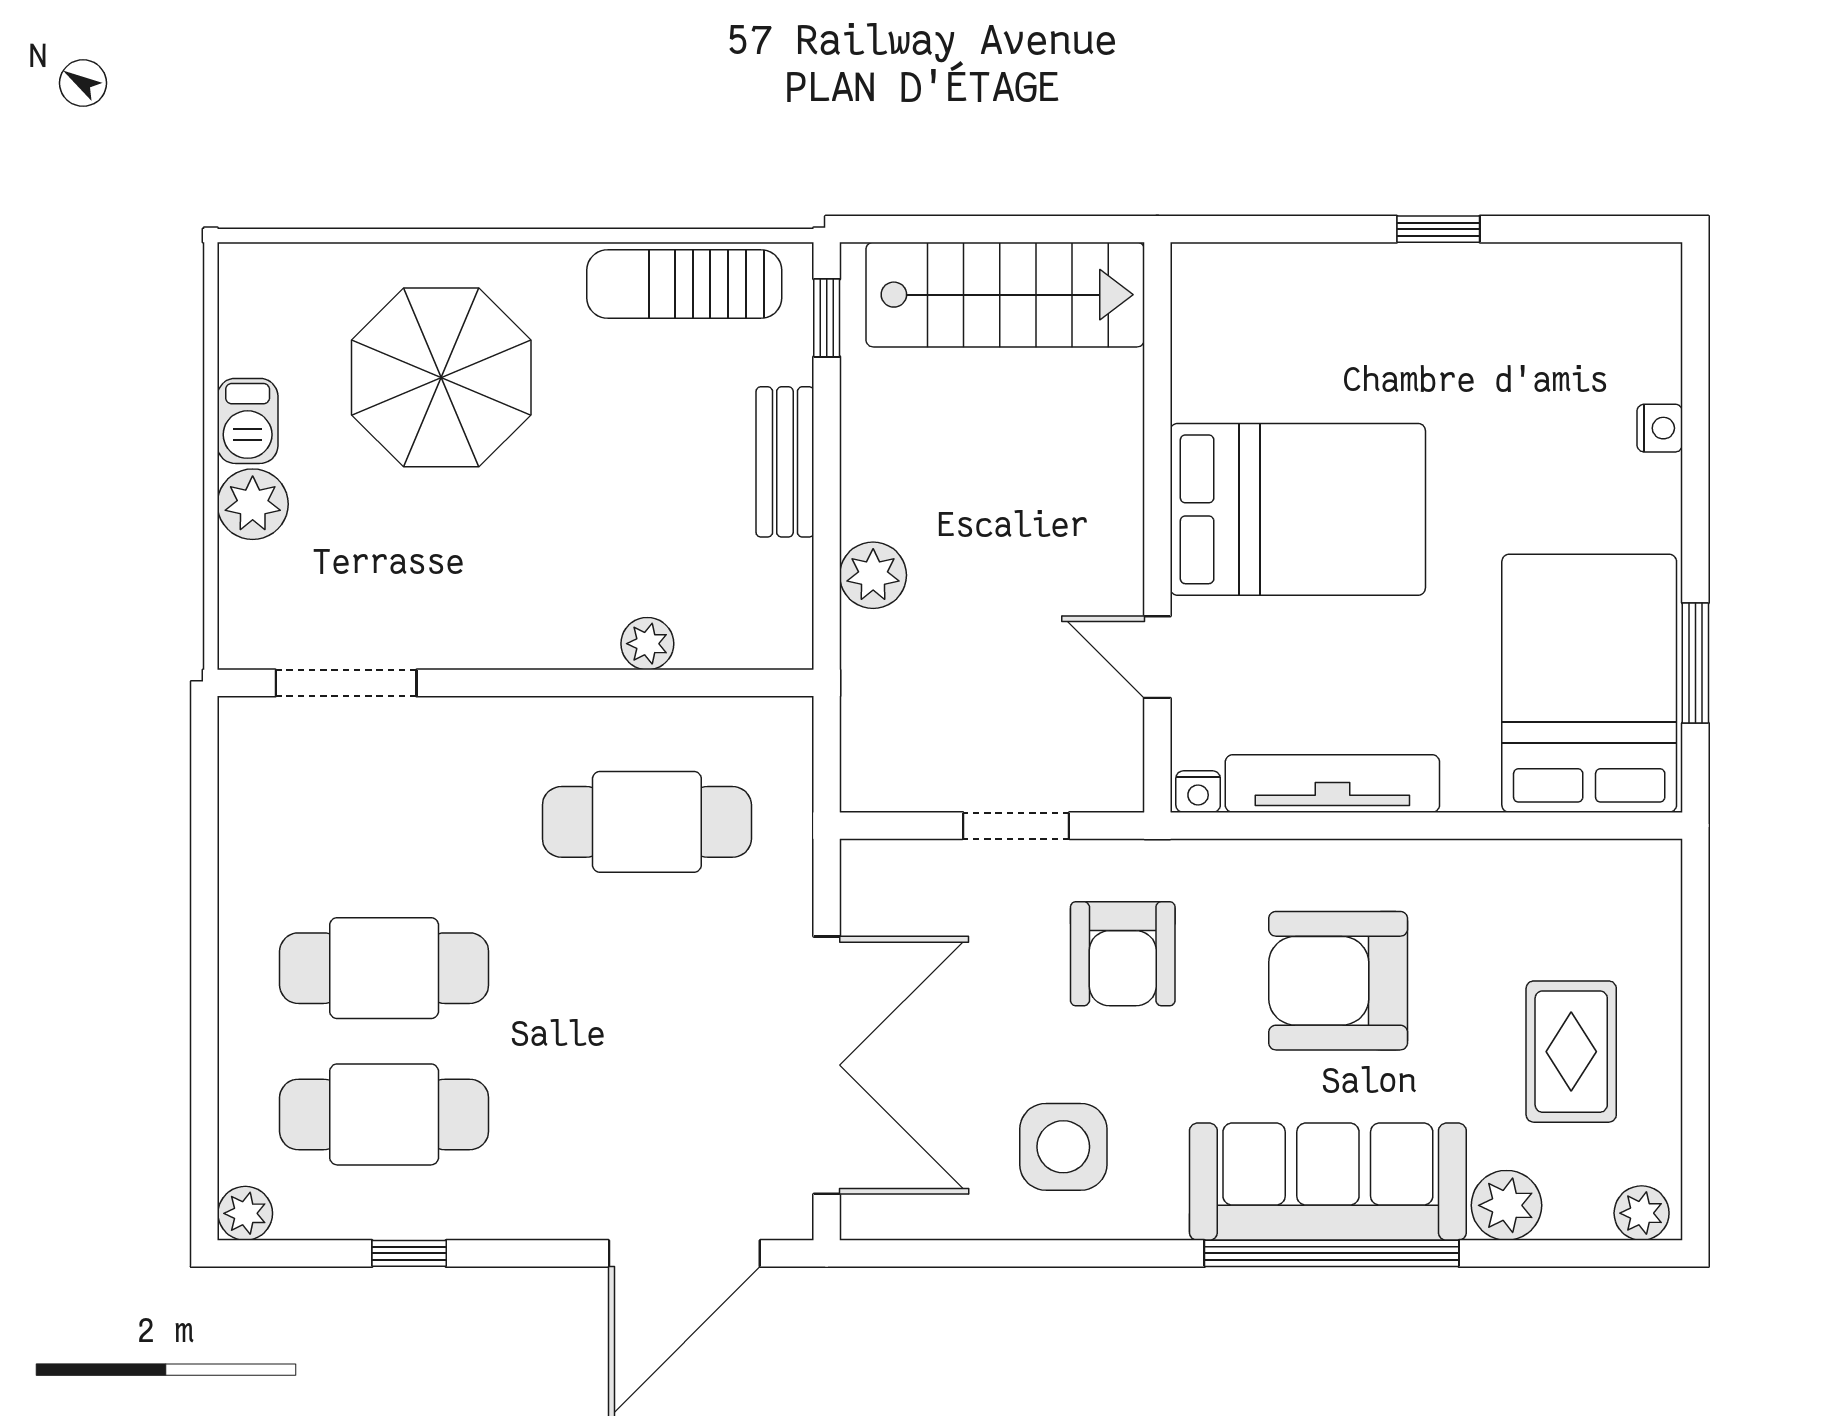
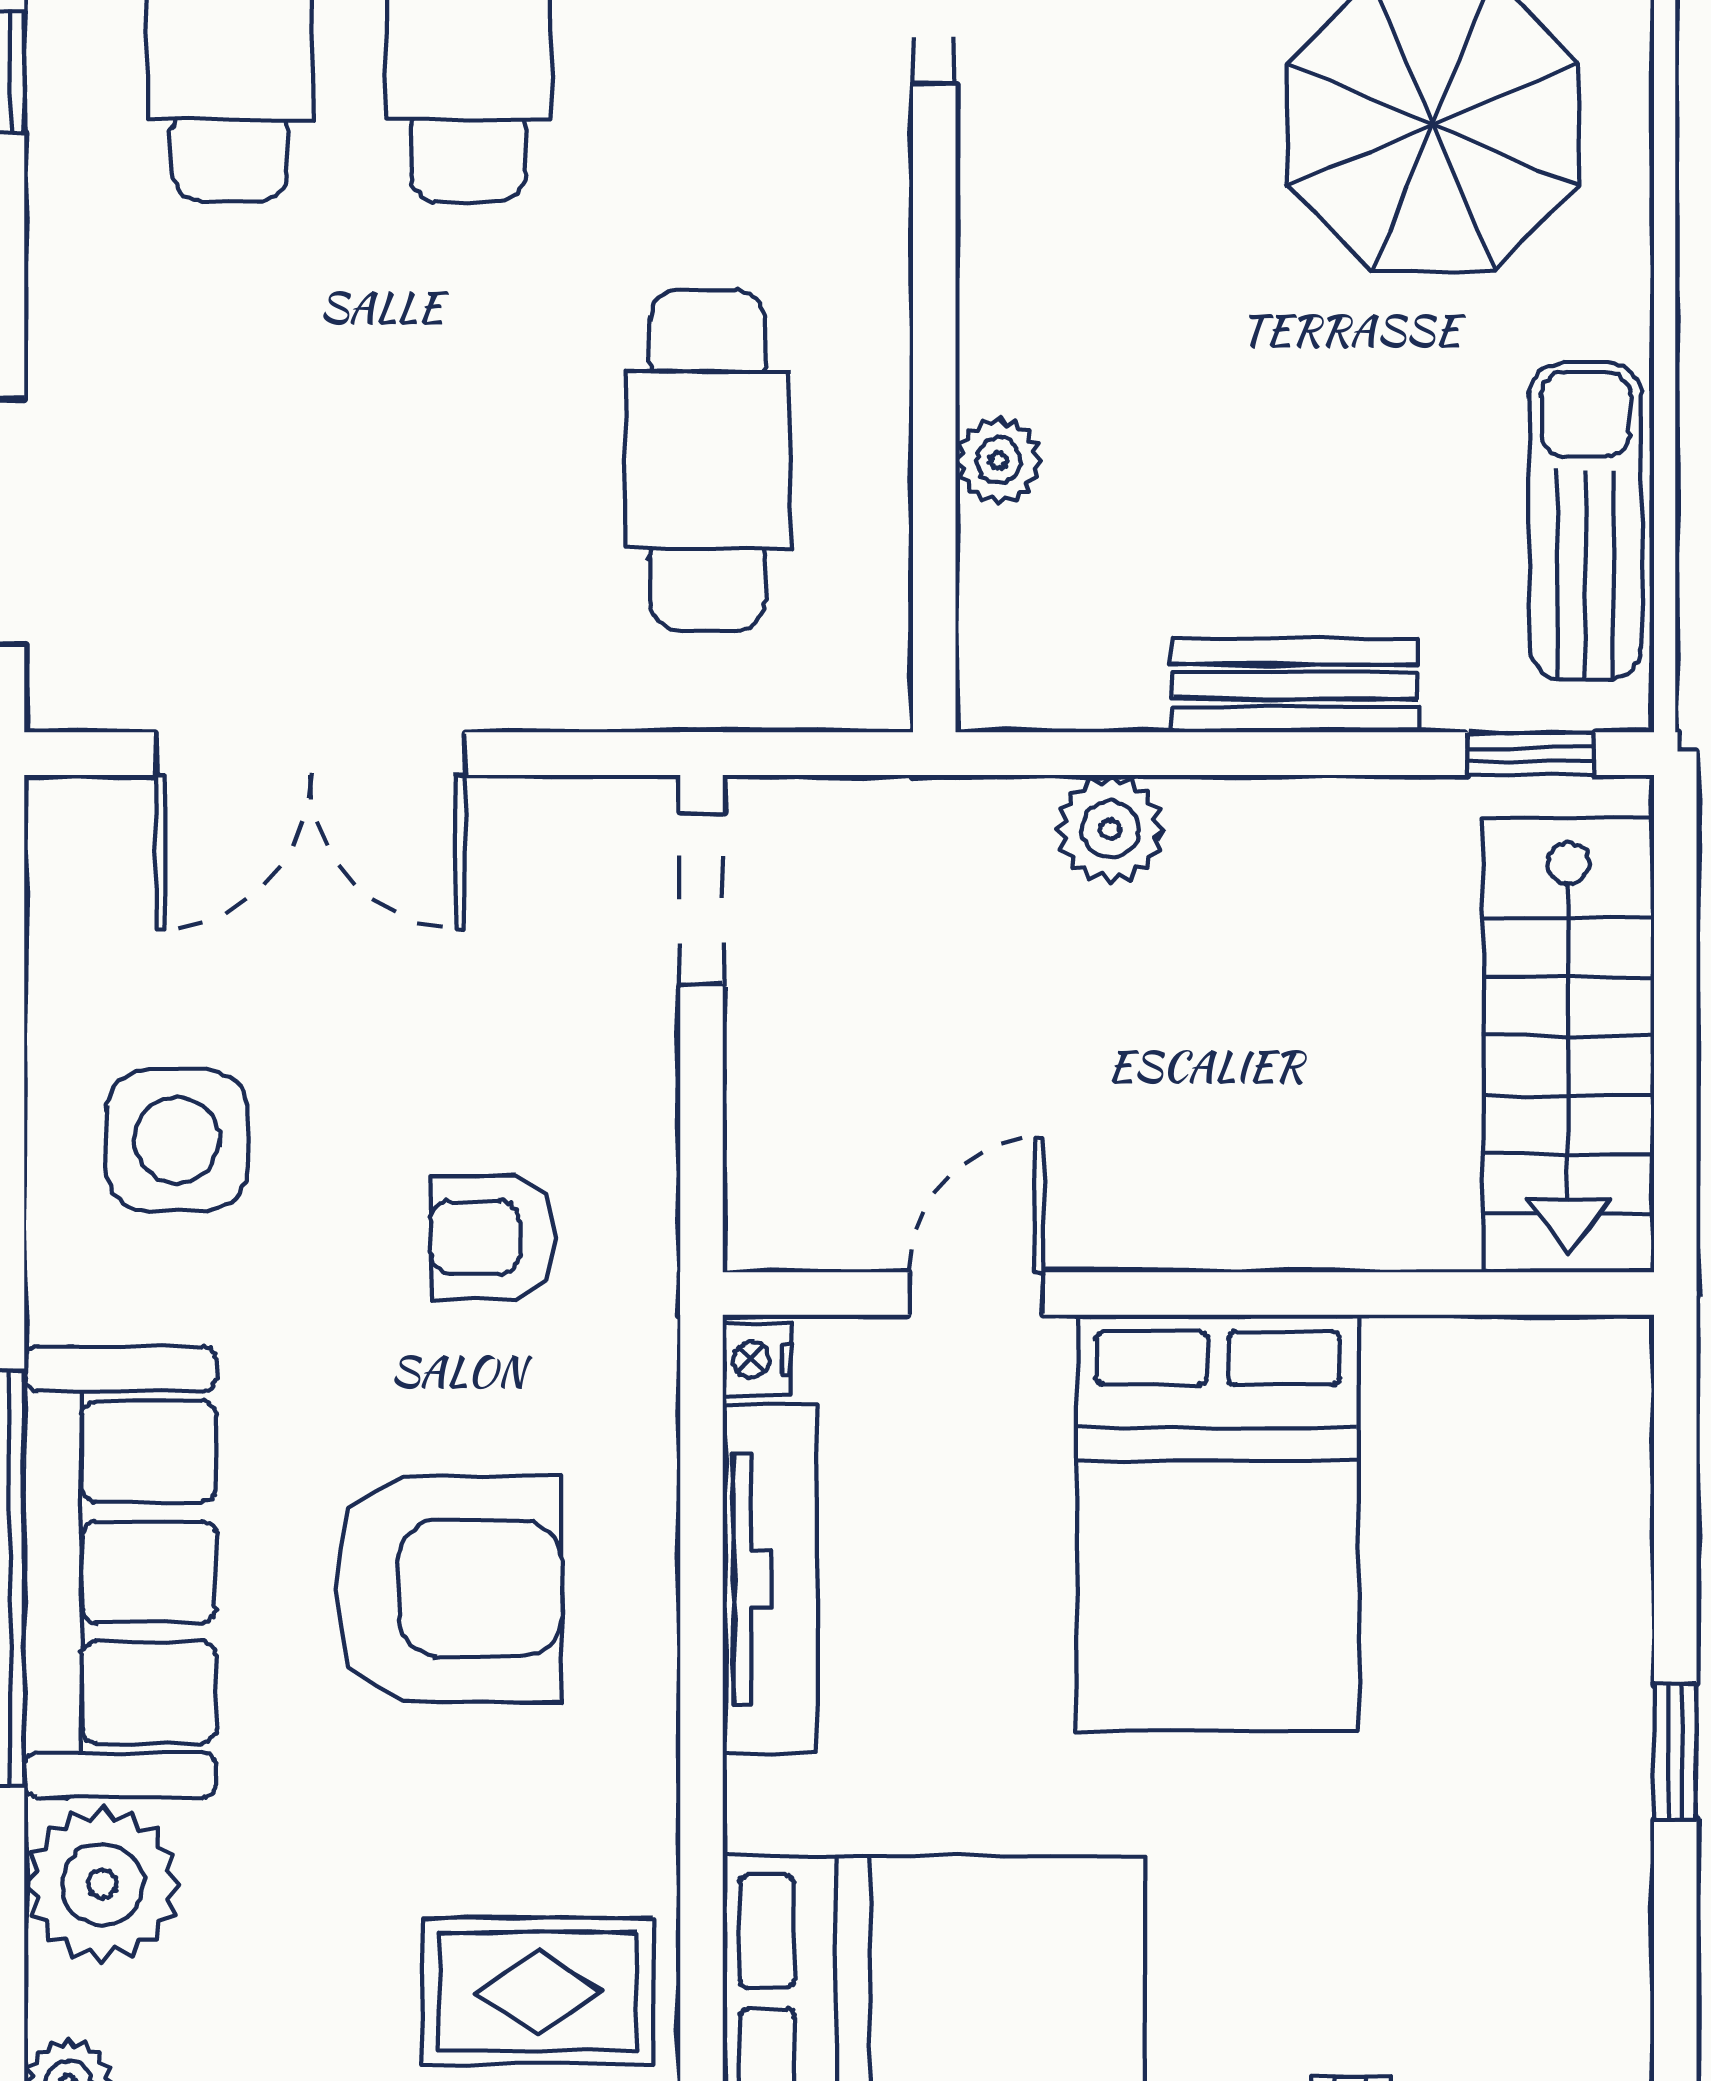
doorway: (1016, 826) -> (701, 899), moved
armchair: (1123, 954) -> (492, 1237), width x0.72, depth x0.72
armchair: (1338, 981) -> (448, 1589), turned 90
rug: (1571, 1052) -> (538, 1991), moved
double door: (827, 1065) -> (310, 754), width x0.73
plant: (1506, 1205) -> (102, 1884), width x1.36, depth x1.36

